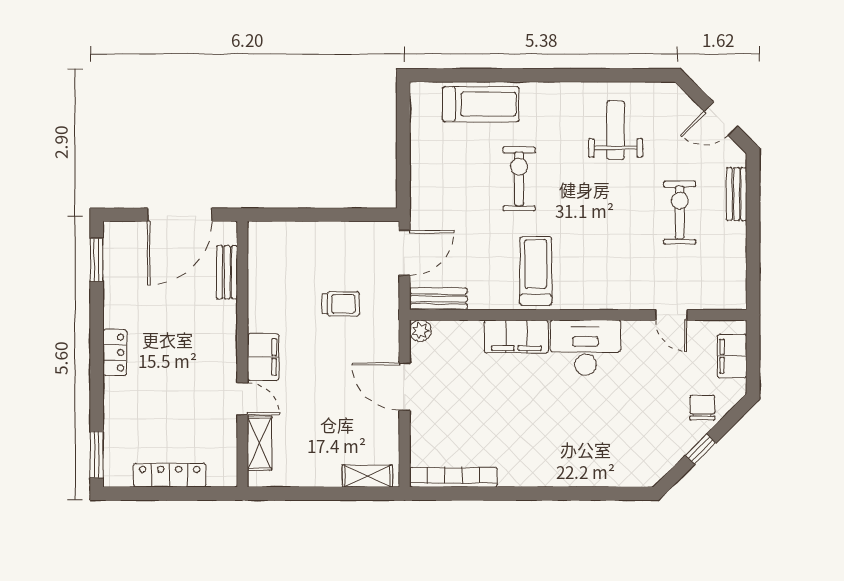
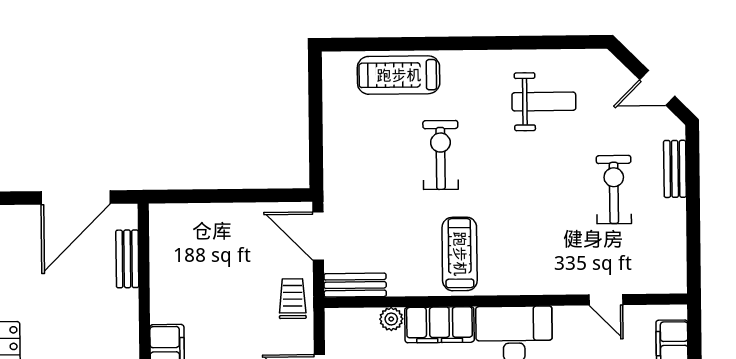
treadmill: (481, 104) -> (399, 75), turned 180
weight bench: (615, 130) -> (544, 102), turned 90
door: (405, 253) -> (318, 236), swing flipped
trolley: (341, 304) -> (293, 299), moved, turned -90
plant: (420, 331) -> (391, 319), moved

